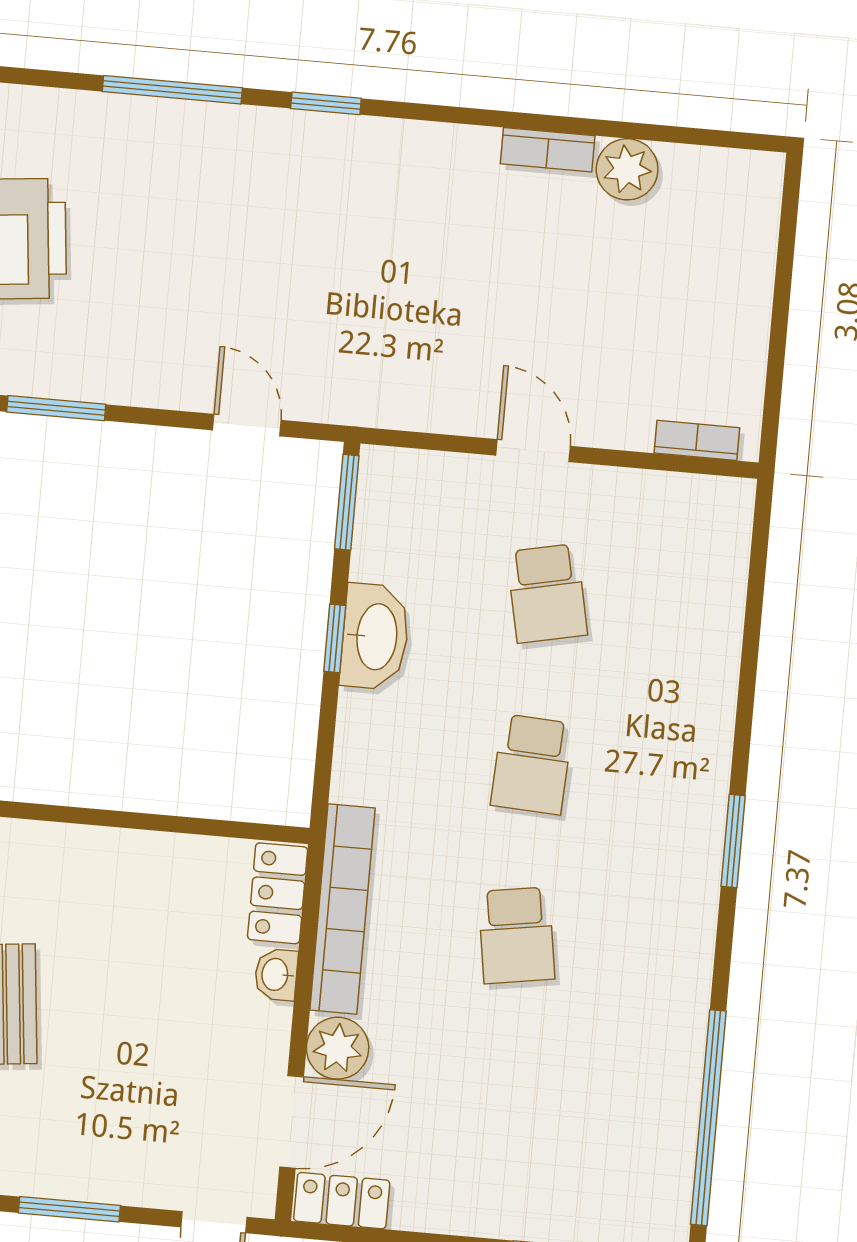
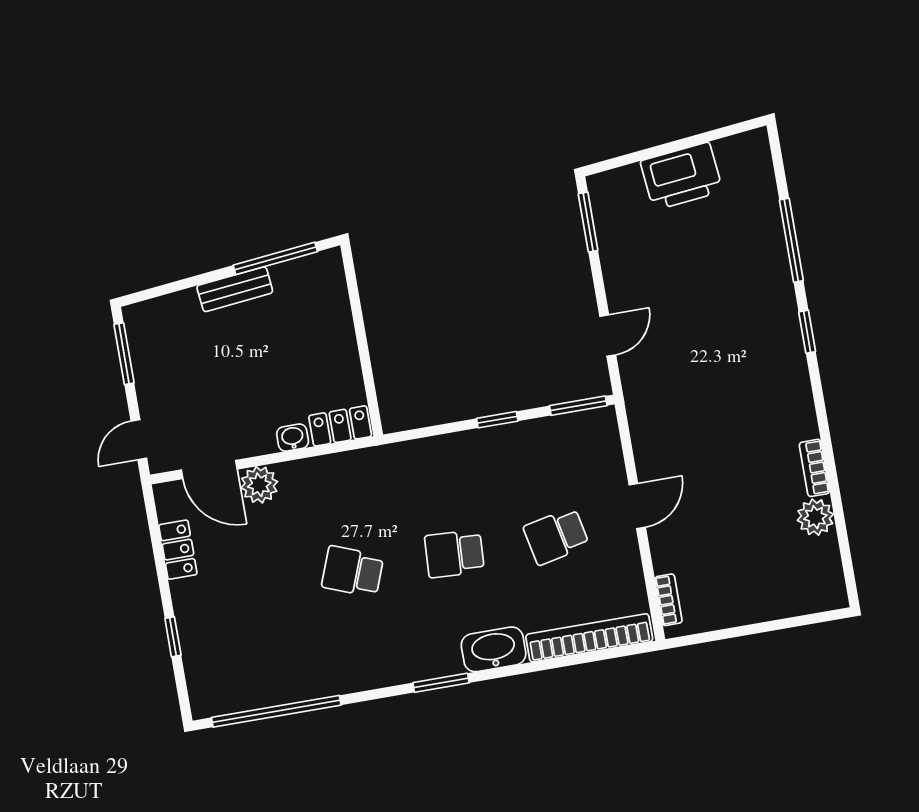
washbasin: (375, 637) -> (494, 649), moved, turned 180
bookcase: (342, 909) -> (589, 638), moved, turned 180
school desk: (516, 935) -> (353, 571), turned 30
locker: (342, 1201) -> (178, 550), moved

